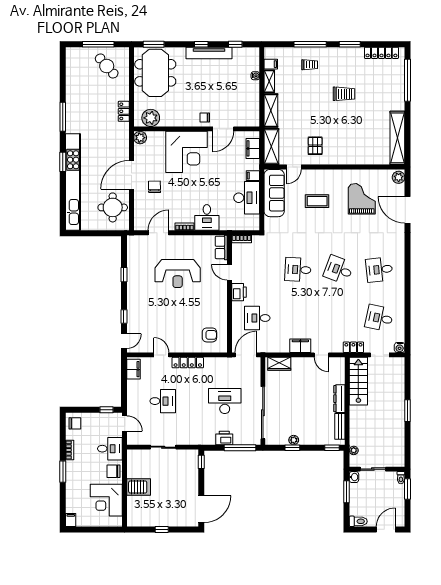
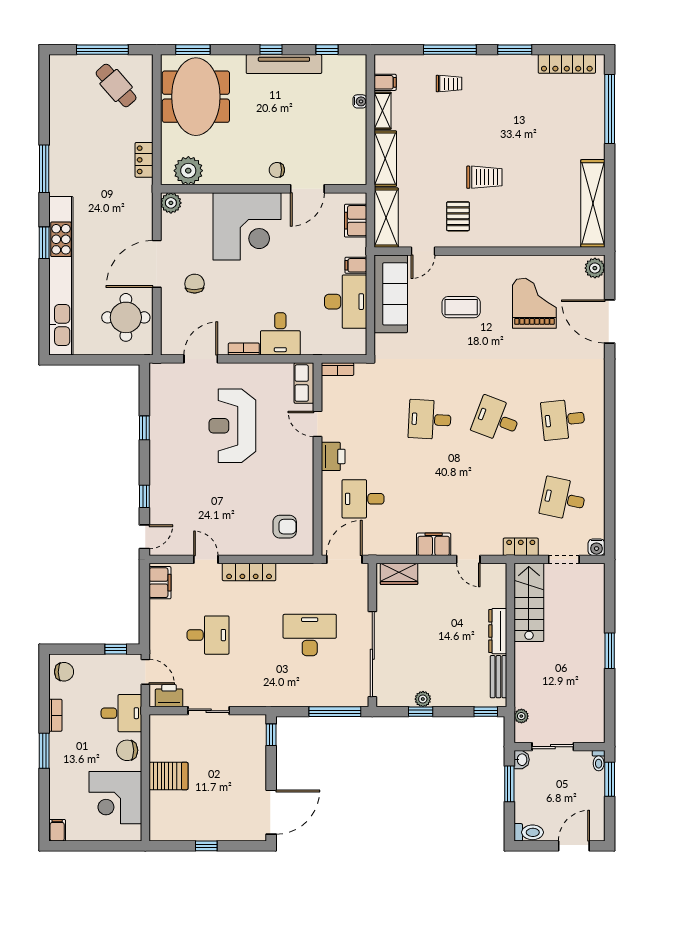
trolley: (344, 94) -> (484, 177), moved
reception desk: (178, 273) -> (232, 426), turned 90
printer: (224, 438) -> (169, 696), moved

